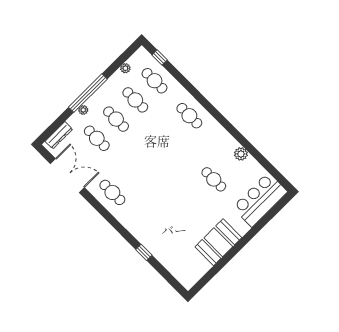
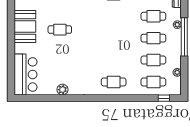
cafe table: (214, 179) -> (60, 30), moved

